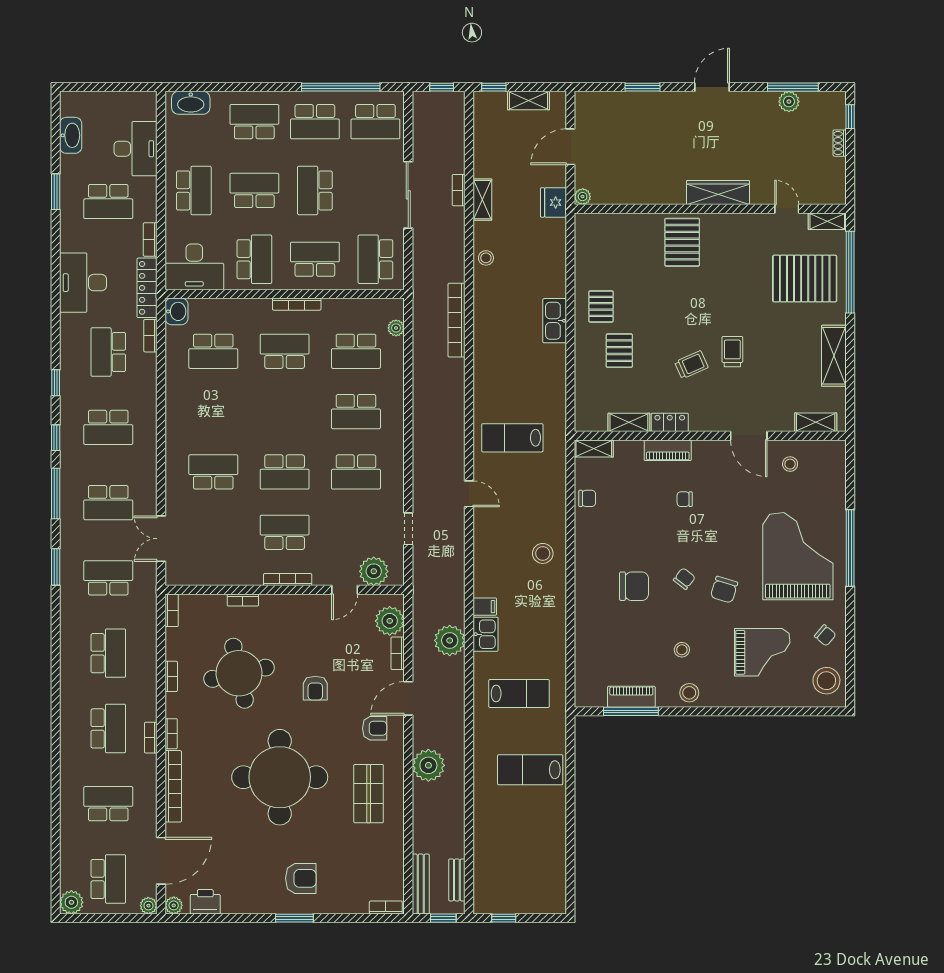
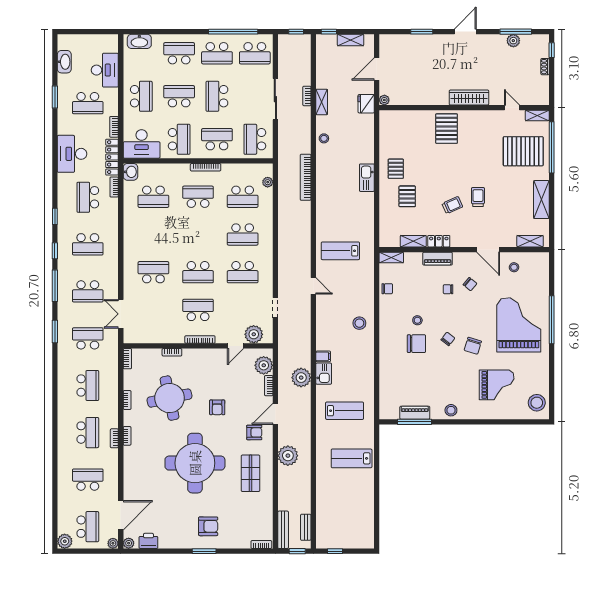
chair: (825, 635) -> (470, 284), moved
stool: (682, 650) -> (417, 320), moved
bookcase: (173, 786) -> (128, 469), removed

